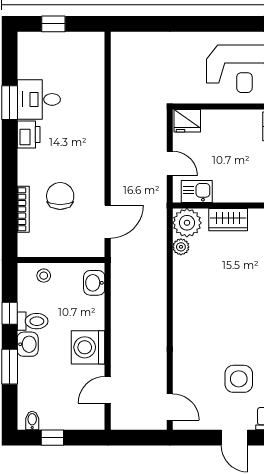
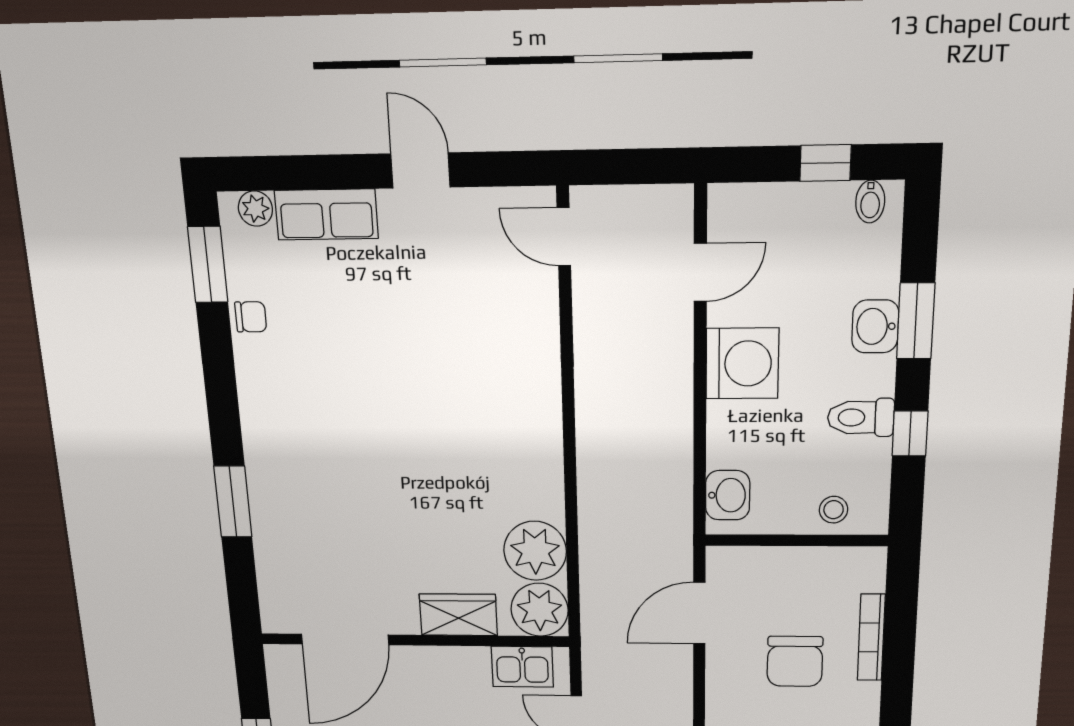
plant: (181, 247) -> (535, 551), width x1.87, depth x1.87
washbasin: (28, 344) -> (875, 326), moved
side table: (239, 379) -> (419, 299), removed

